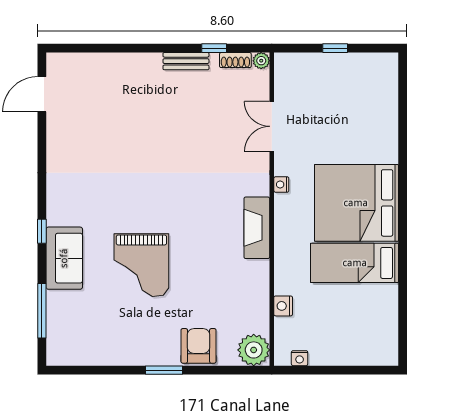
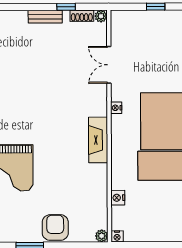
plant: (254, 350) -> (102, 236), width x0.53, depth x0.53
nightstand: (300, 358) -> (117, 236), moved

